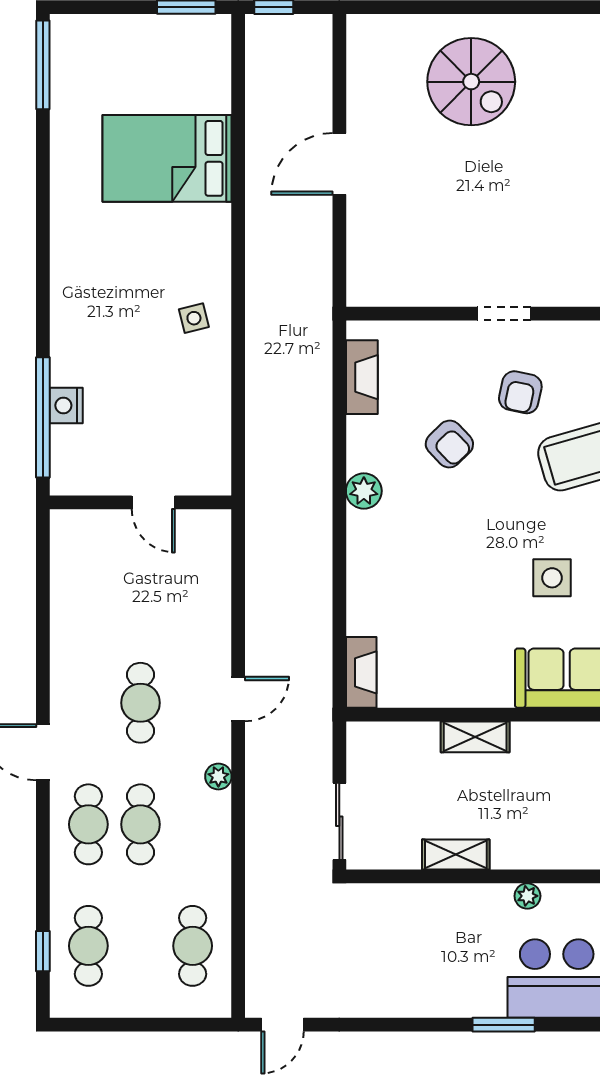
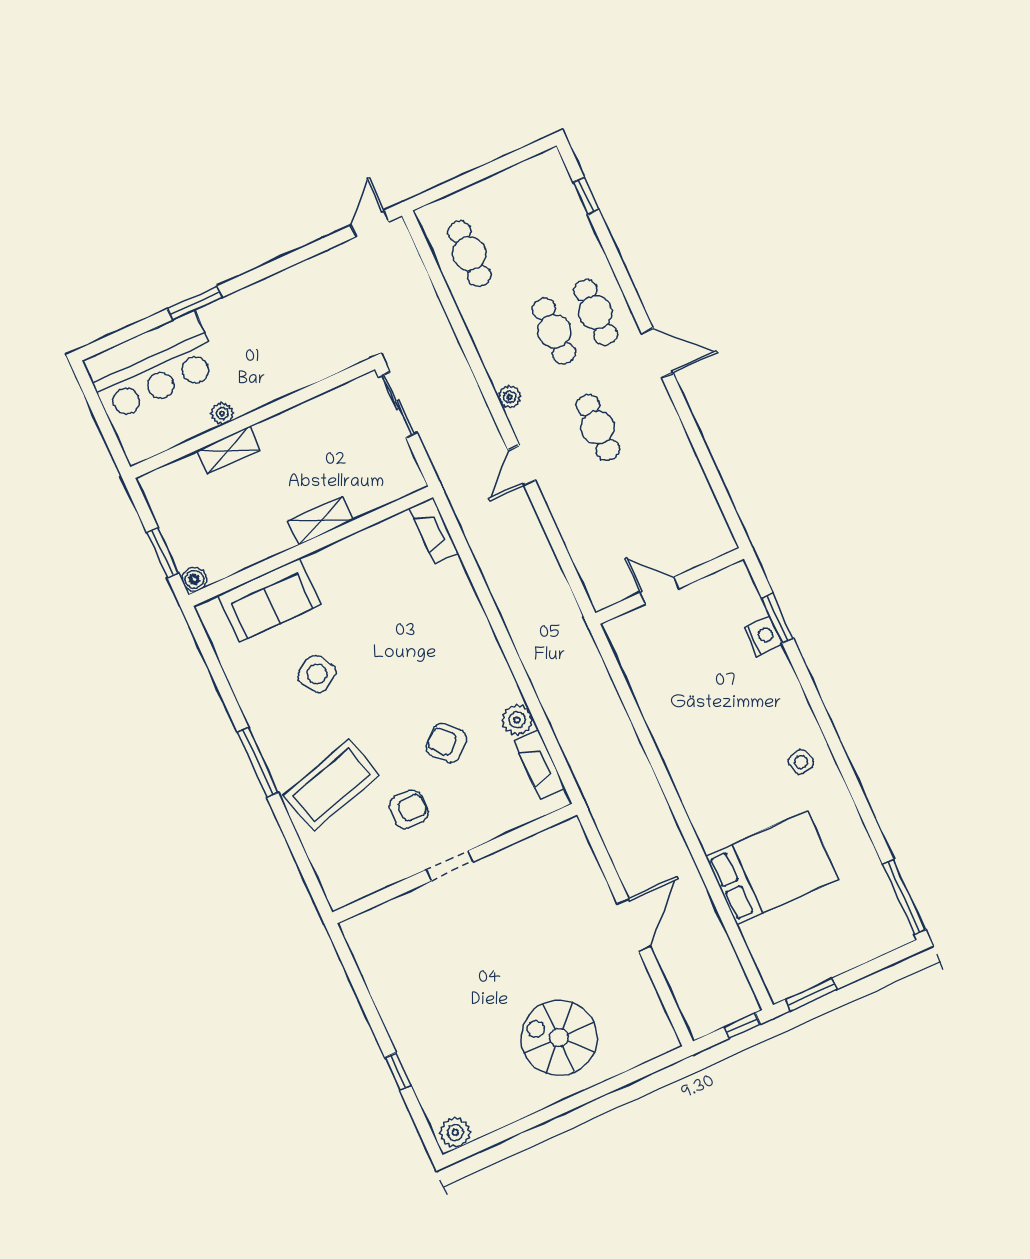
side table: (194, 318) -> (801, 762), moved
armchair: (520, 392) -> (409, 809), turned 78
window: (43, 417) -> (777, 618), width x0.47
plant: (364, 491) -> (517, 720), moved
side table: (552, 578) -> (317, 674), turned -32
shelving: (456, 855) -> (228, 450), moved
cafe table: (88, 946) -> (552, 216), removed

